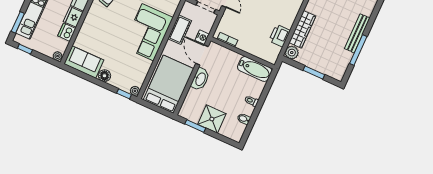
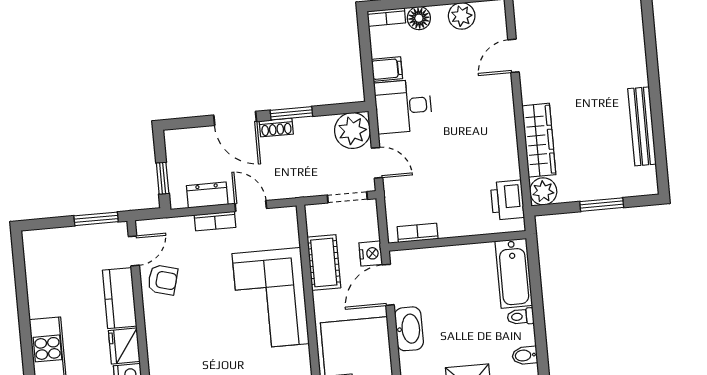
bench: (357, 33) -> (642, 126), moved
printer: (280, 36) -> (507, 200), moved
window: (358, 50) -> (657, 121), removed
door: (202, 55) -> (388, 285), hinge flipped
bathtub: (255, 69) -> (514, 273), moved, turned 90

